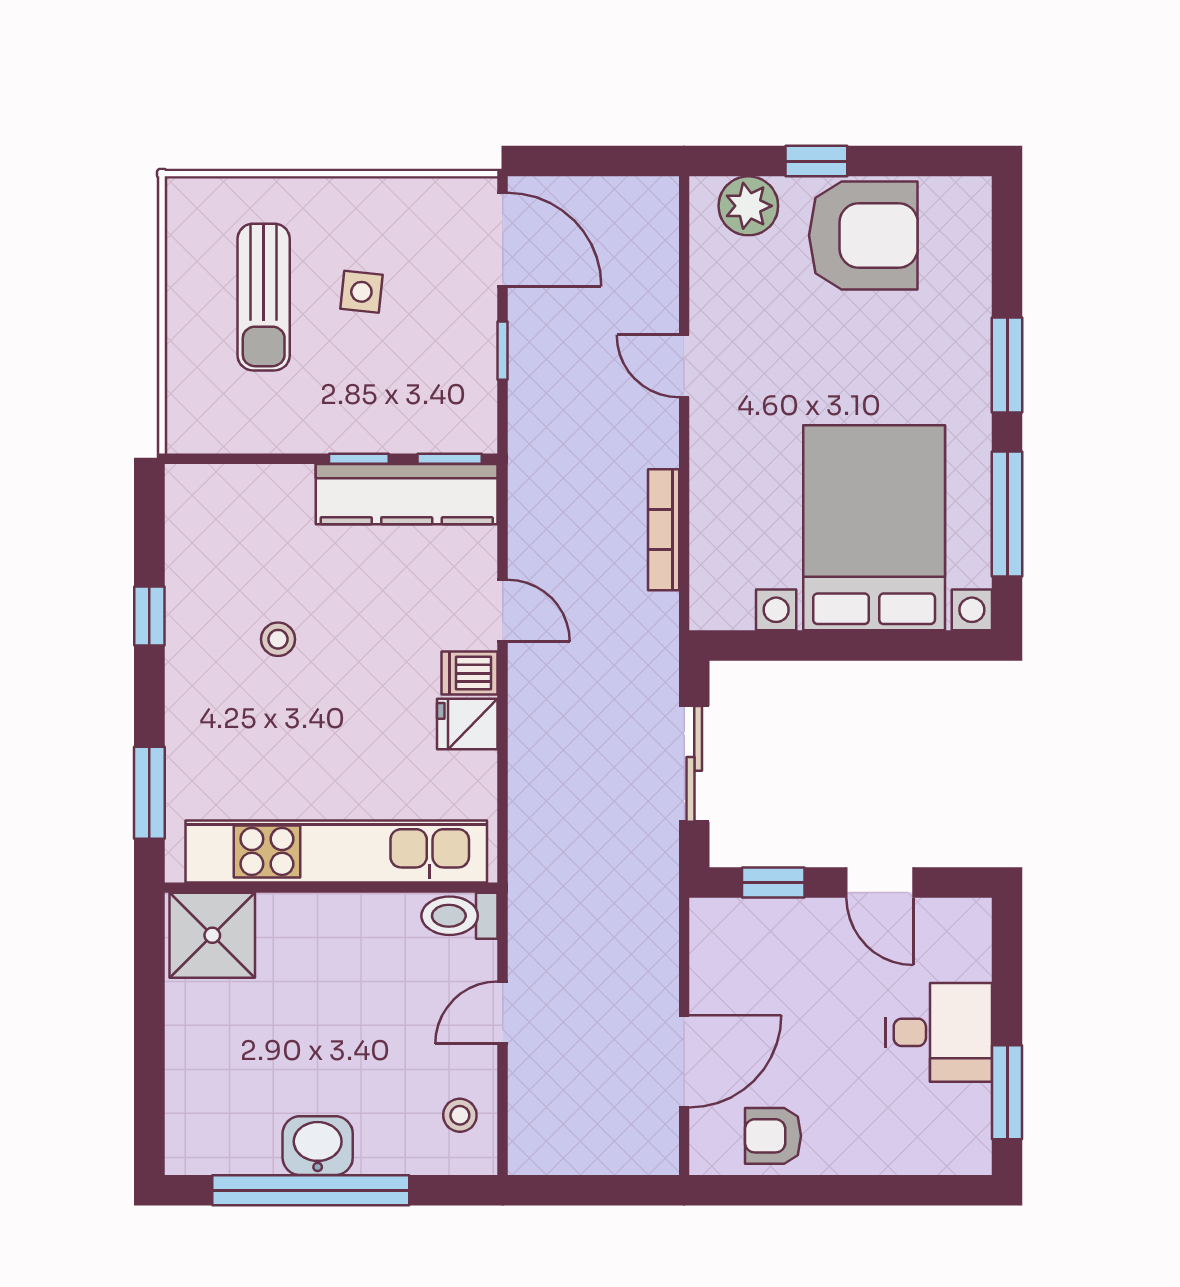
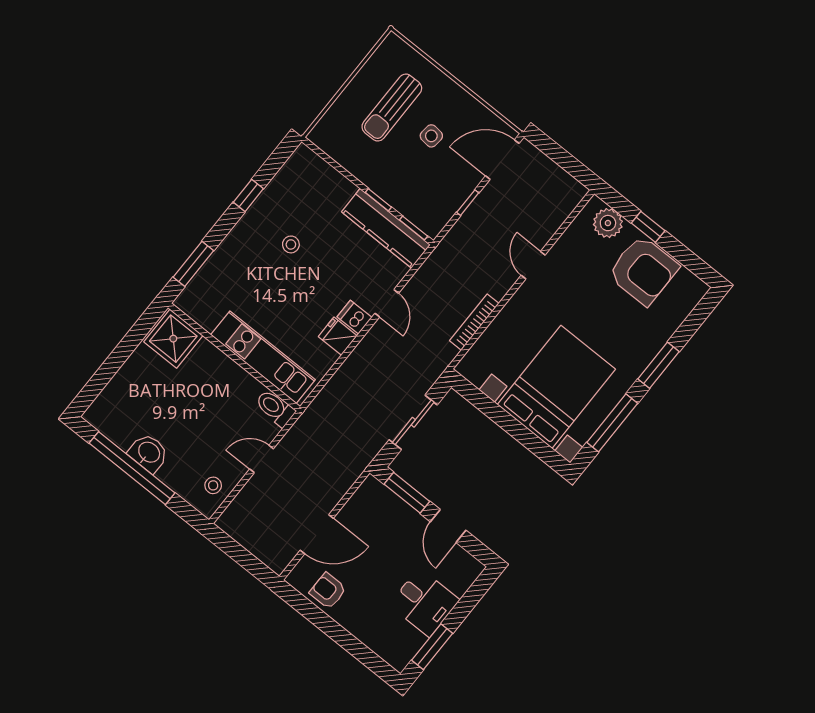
door: (503, 239) -> (502, 160), swing flipped
kitchen unit: (336, 851) -> (263, 357), width x0.73
window: (773, 883) -> (407, 493), width x1.50

